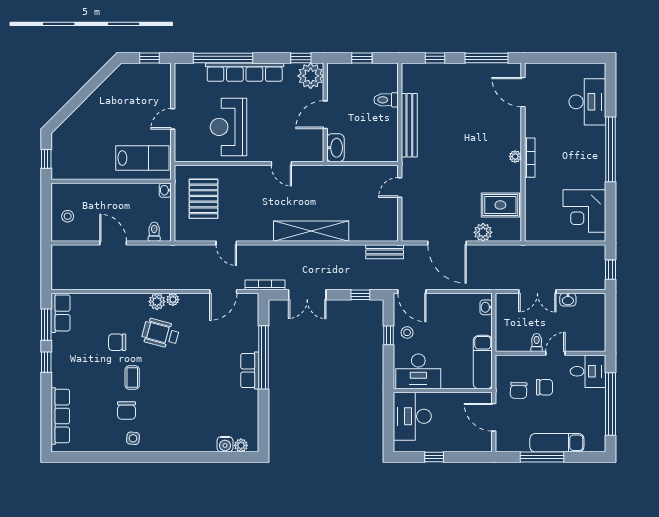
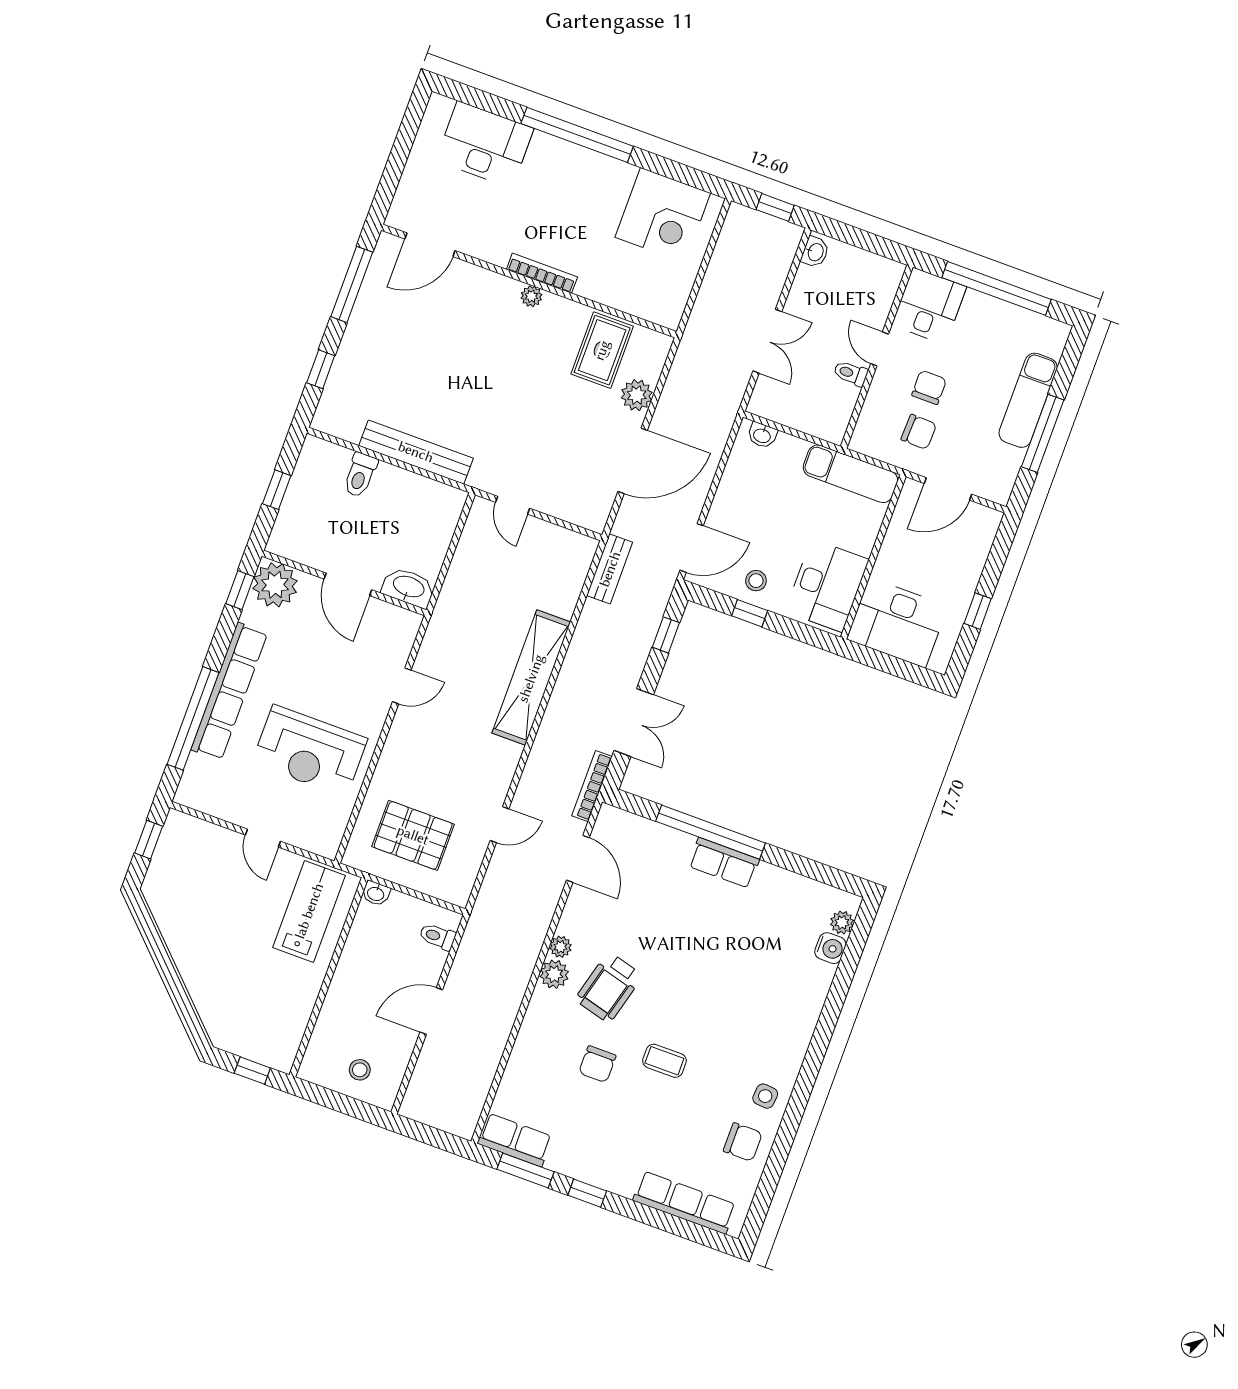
washbasin: (568, 300) -> (815, 252), moved
chair: (127, 410) -> (743, 1142), moved

